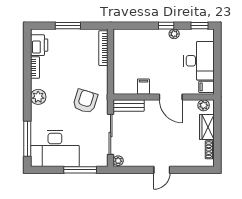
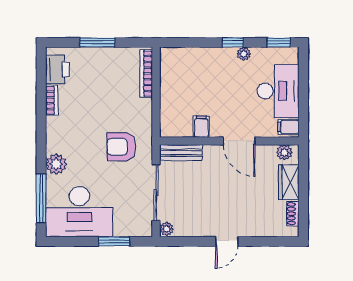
plant: (38, 97) -> (56, 164), moved
armchair: (85, 101) -> (121, 147), turned -107
window: (80, 170) -> (114, 241), width x0.69

